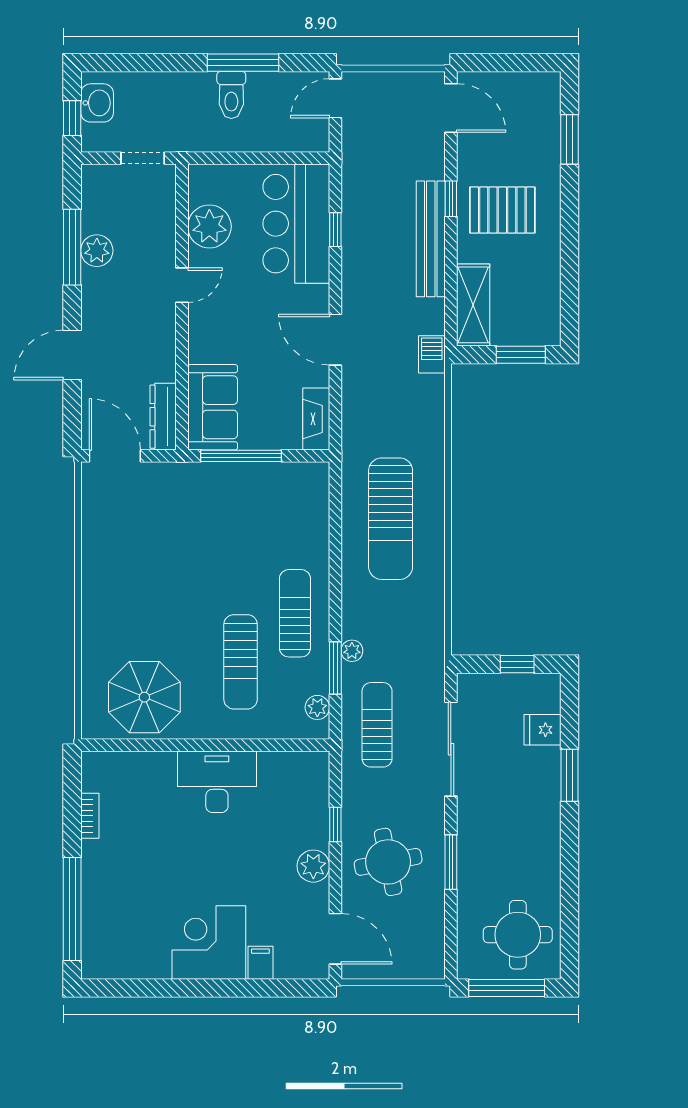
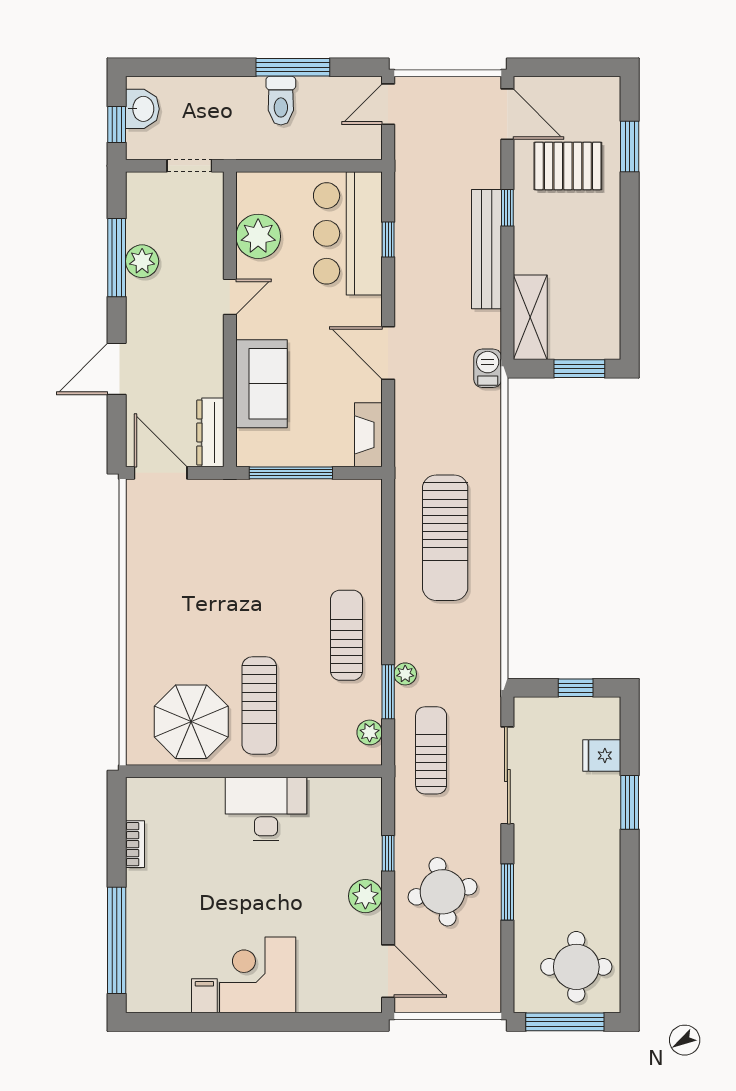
pallet: (502, 210) -> (568, 166), moved
sofa: (213, 407) -> (261, 384), moved
sun lounger: (241, 662) -> (259, 705), moved
filing cabinet: (260, 963) -> (204, 996), moved

